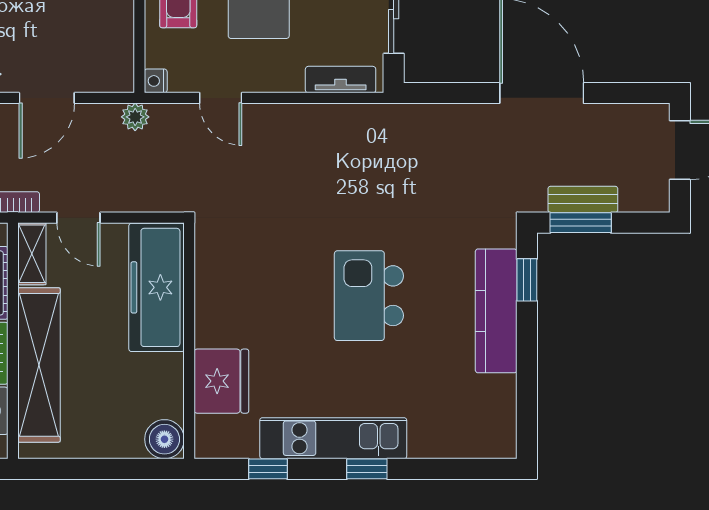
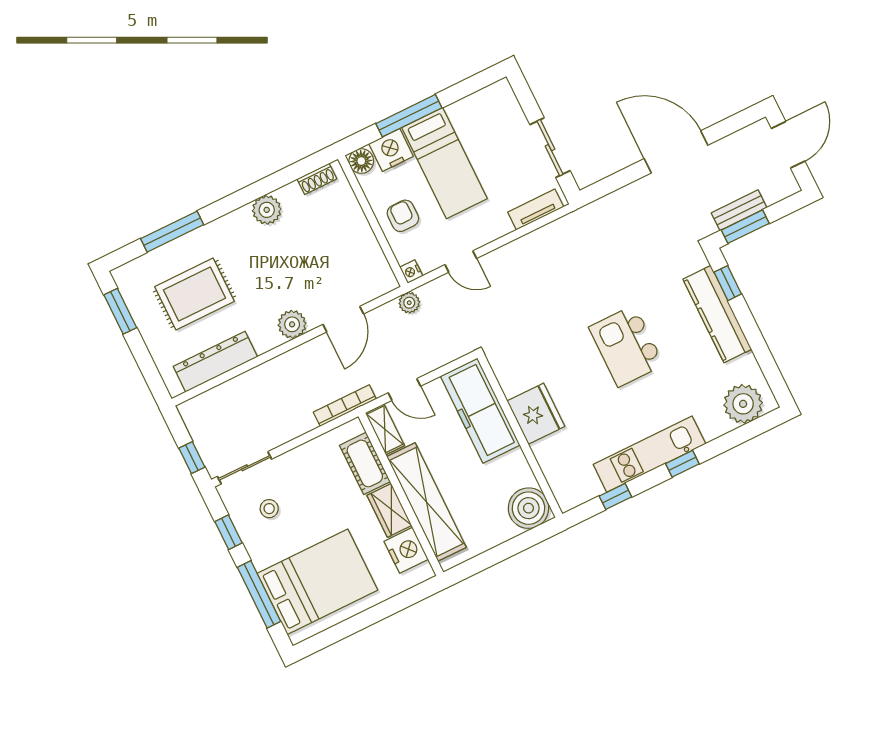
fridge: (221, 381) -> (536, 414), moved
plant: (474, 433) -> (743, 404), added
boiler: (164, 439) -> (529, 508), width x1.37, depth x1.37

